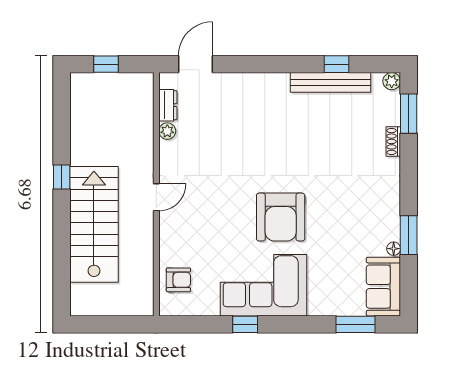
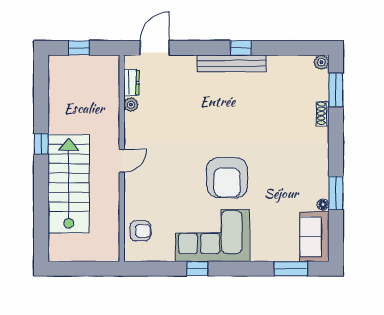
window: (336, 64) -> (241, 48), moved
bench: (330, 82) -> (232, 63), moved

